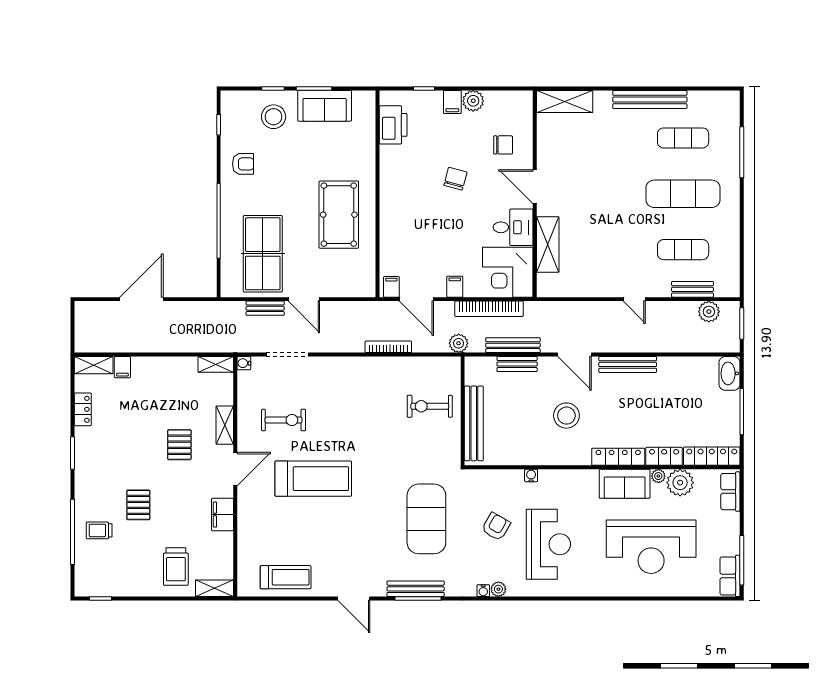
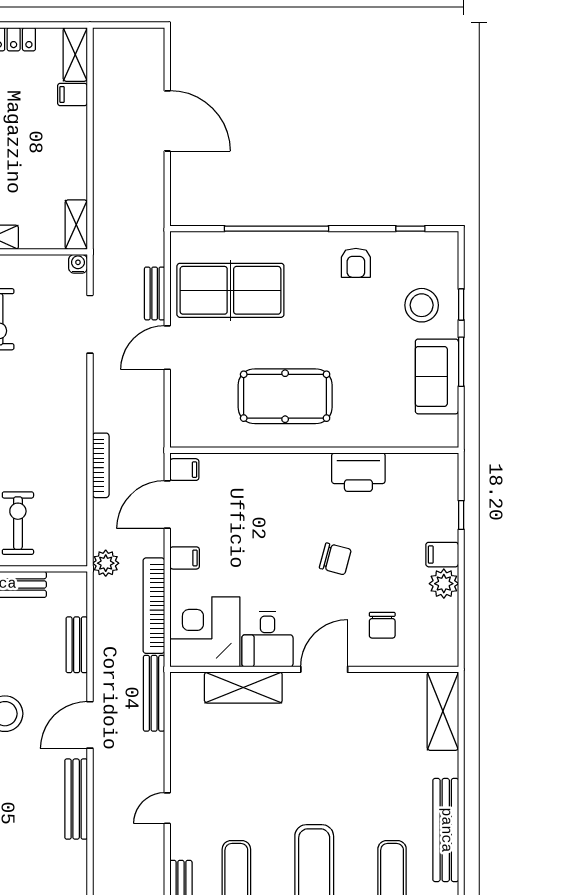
printer: (393, 125) -> (358, 472), moved
bench: (513, 345) -> (154, 693), moved

